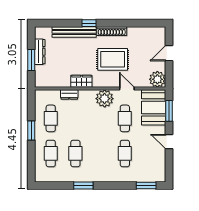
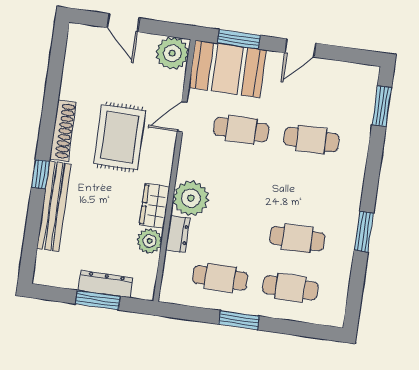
dresser: (40, 52) -> (106, 284), moved
plant: (64, 81) -> (149, 241), added
plant: (105, 99) -> (191, 198), moved

